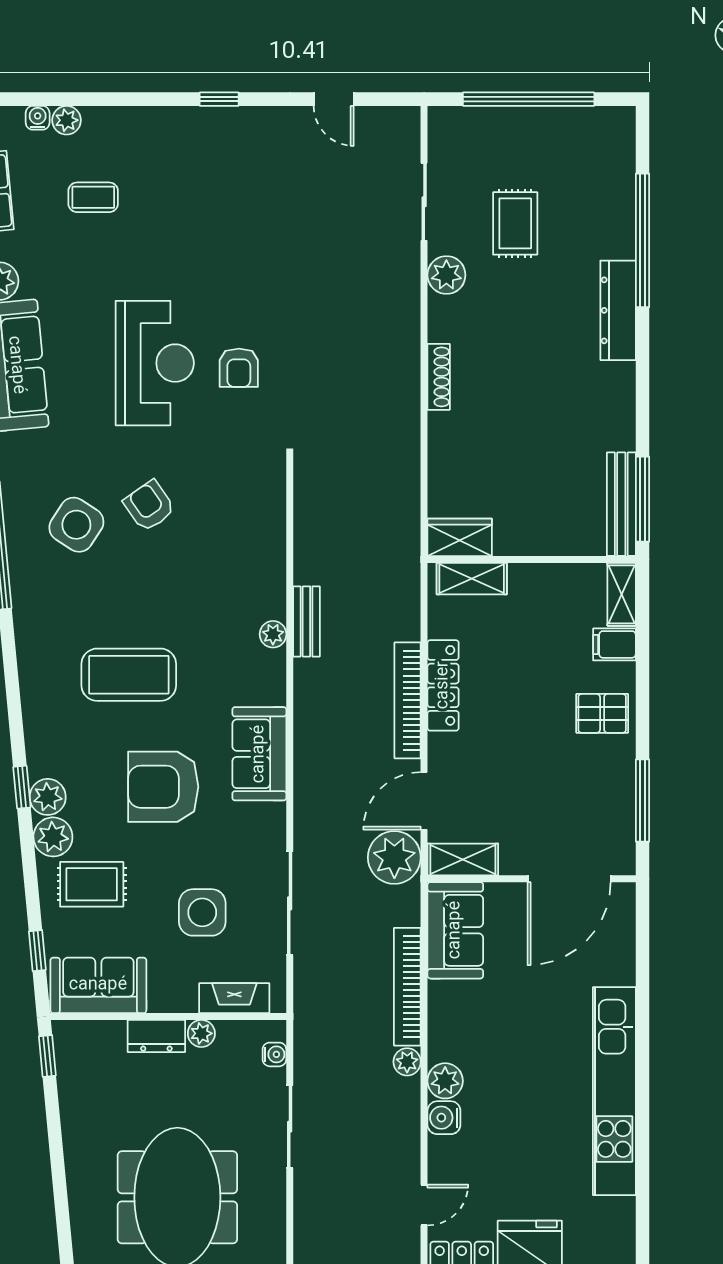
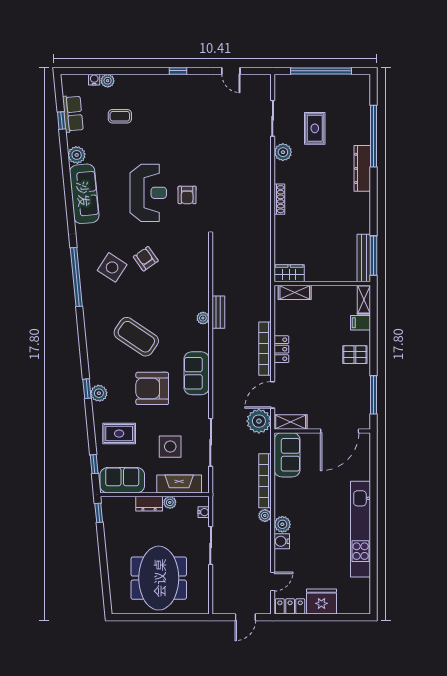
coffee table: (129, 675) -> (136, 337), turned 34
locker: (443, 685) -> (281, 349), width x0.66
plant: (53, 837) -> (101, 412), removed
fireplace: (234, 998) -> (179, 484), width x1.37, depth x1.32

